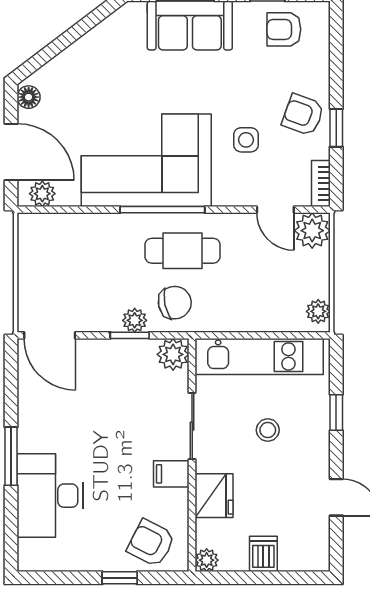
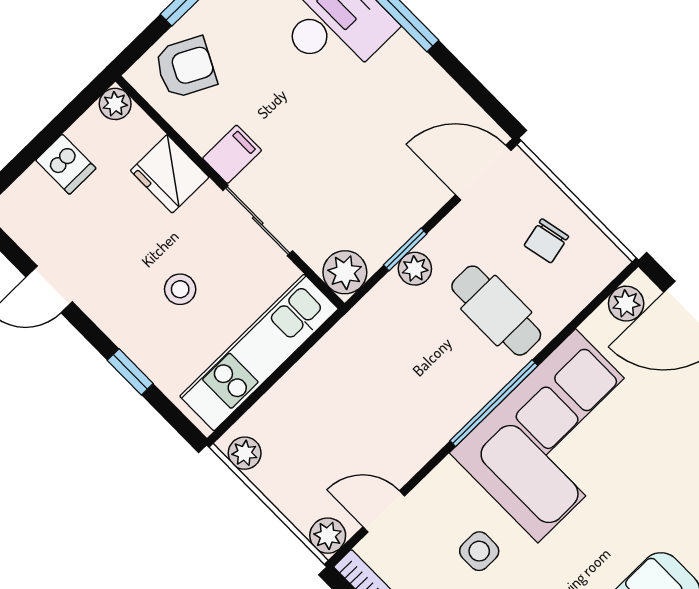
plant: (312, 231) -> (328, 536), width x0.73, depth x0.73
cafe table: (182, 251) -> (496, 311), moved, turned 90
chair: (175, 303) -> (546, 241), moved, width x0.73, depth x0.73

